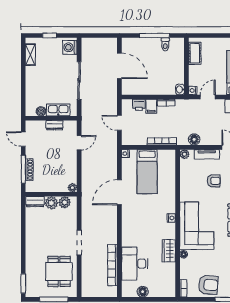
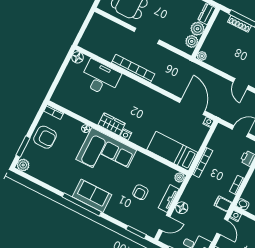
filing cabinet: (151, 106) -> (223, 204), moved
floor lamp: (194, 139) -> (182, 208), moved
bed: (147, 172) -> (172, 151), moved
door: (119, 192) -> (192, 107), moved
wardrobe: (169, 251) -> (112, 124), moved
bookcase: (112, 265) -> (133, 68), moved
armchair: (208, 285) -> (45, 137), turned -94
floor lamp: (143, 292) -> (78, 57), moved

